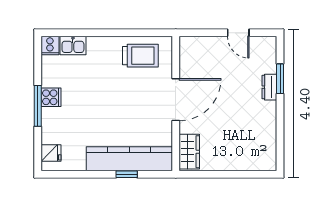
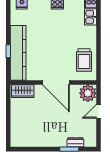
door: (238, 33) -> (99, 111), moved
plant: (192, 50) -> (88, 93), added
dresser: (269, 87) -> (75, 142), moved

